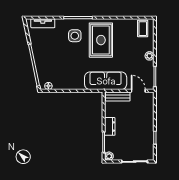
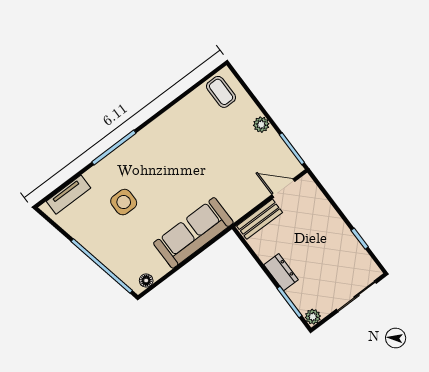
side table: (75, 36) -> (124, 202), moved
rug: (101, 40) -> (172, 155), removed
sofa: (106, 81) -> (193, 233), moved

